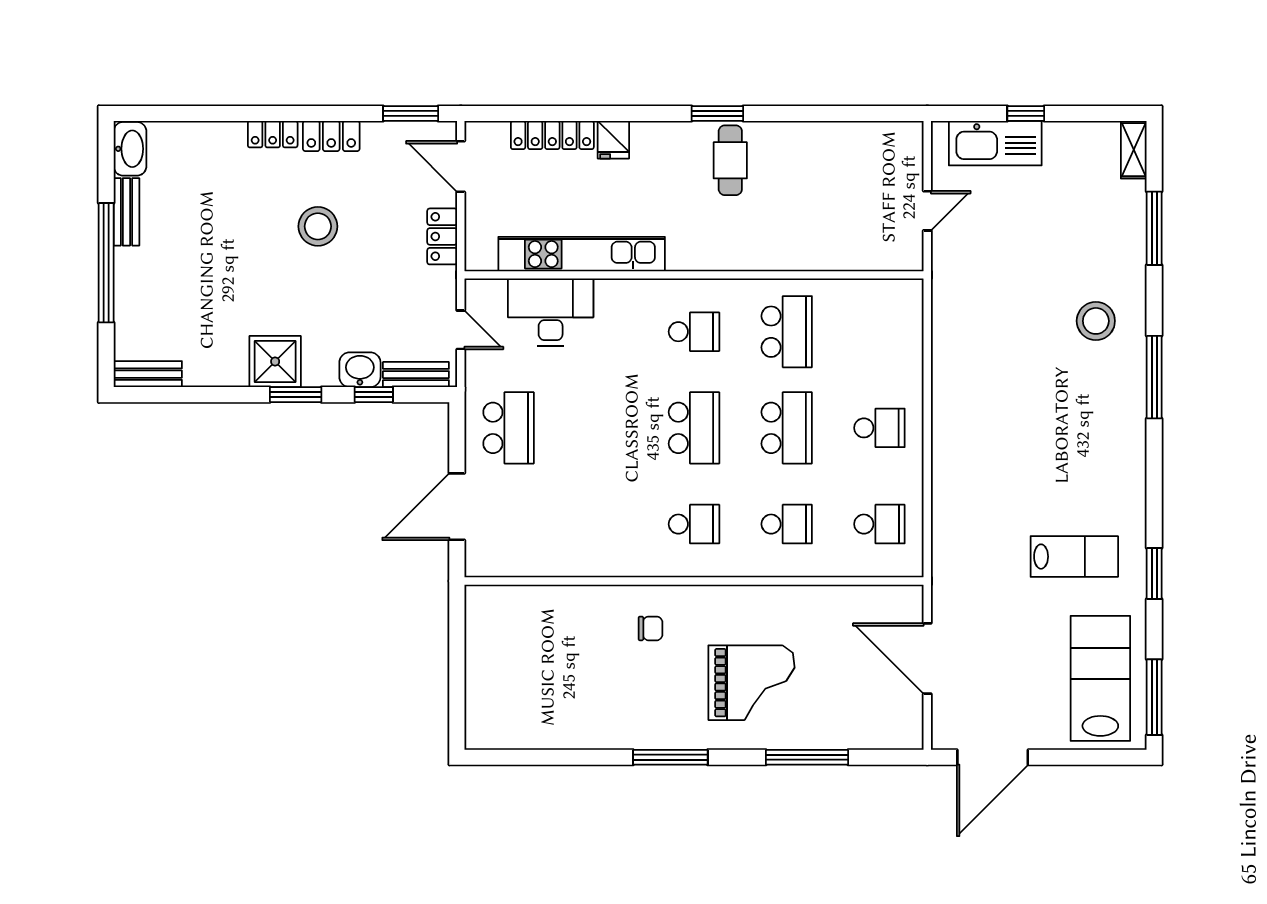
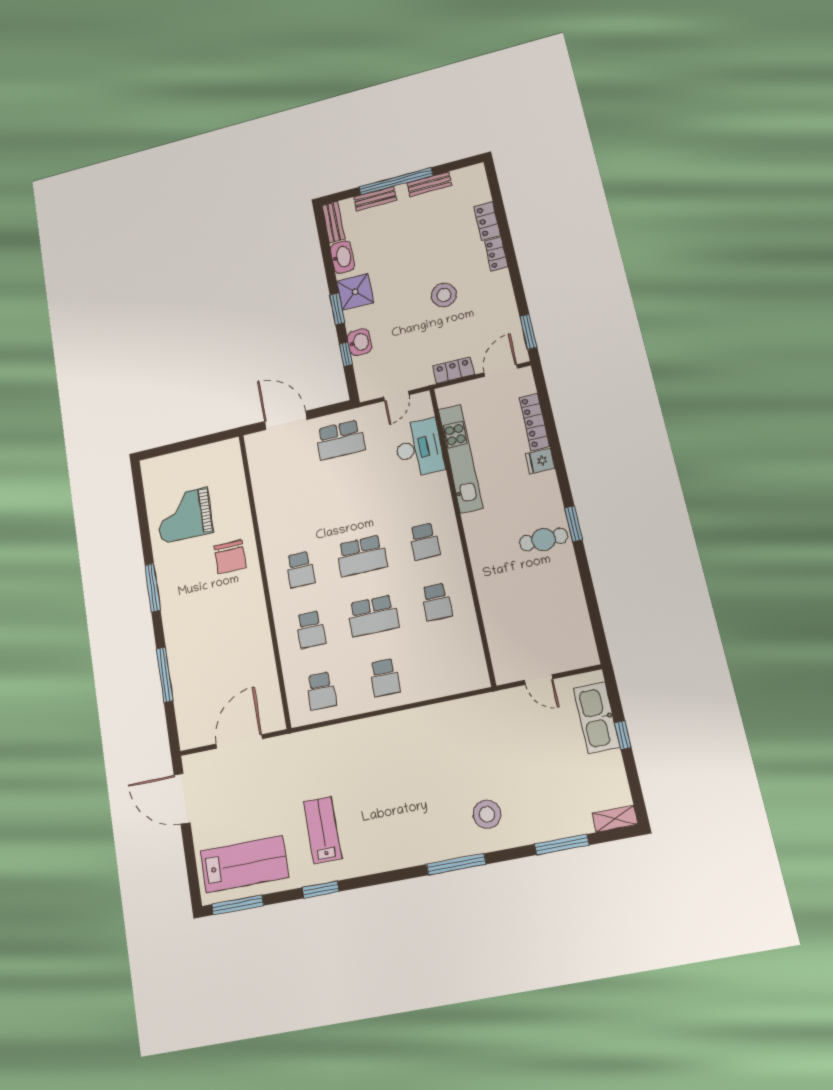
locker: (331, 136) -> (487, 221), moved
washbasin: (130, 149) -> (342, 257), moved, turned -90
school desk: (787, 332) -> (437, 602), width x0.54
bench: (416, 375) -> (375, 198), moved, turned 90
lab bench: (1074, 557) -> (323, 830), turned 180
chair: (650, 628) -> (230, 557), width x1.87, depth x1.87
grand piano: (752, 683) -> (184, 515), moved, turned 91

